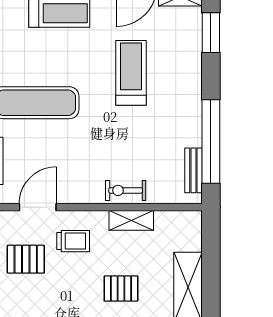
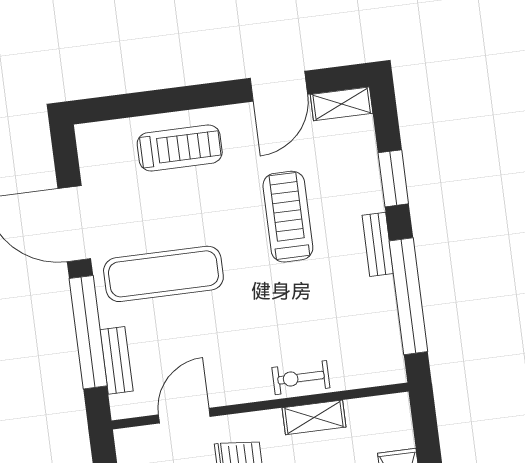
window: (211, 33) -> (393, 178), moved
bench: (193, 170) -> (378, 244), moved

